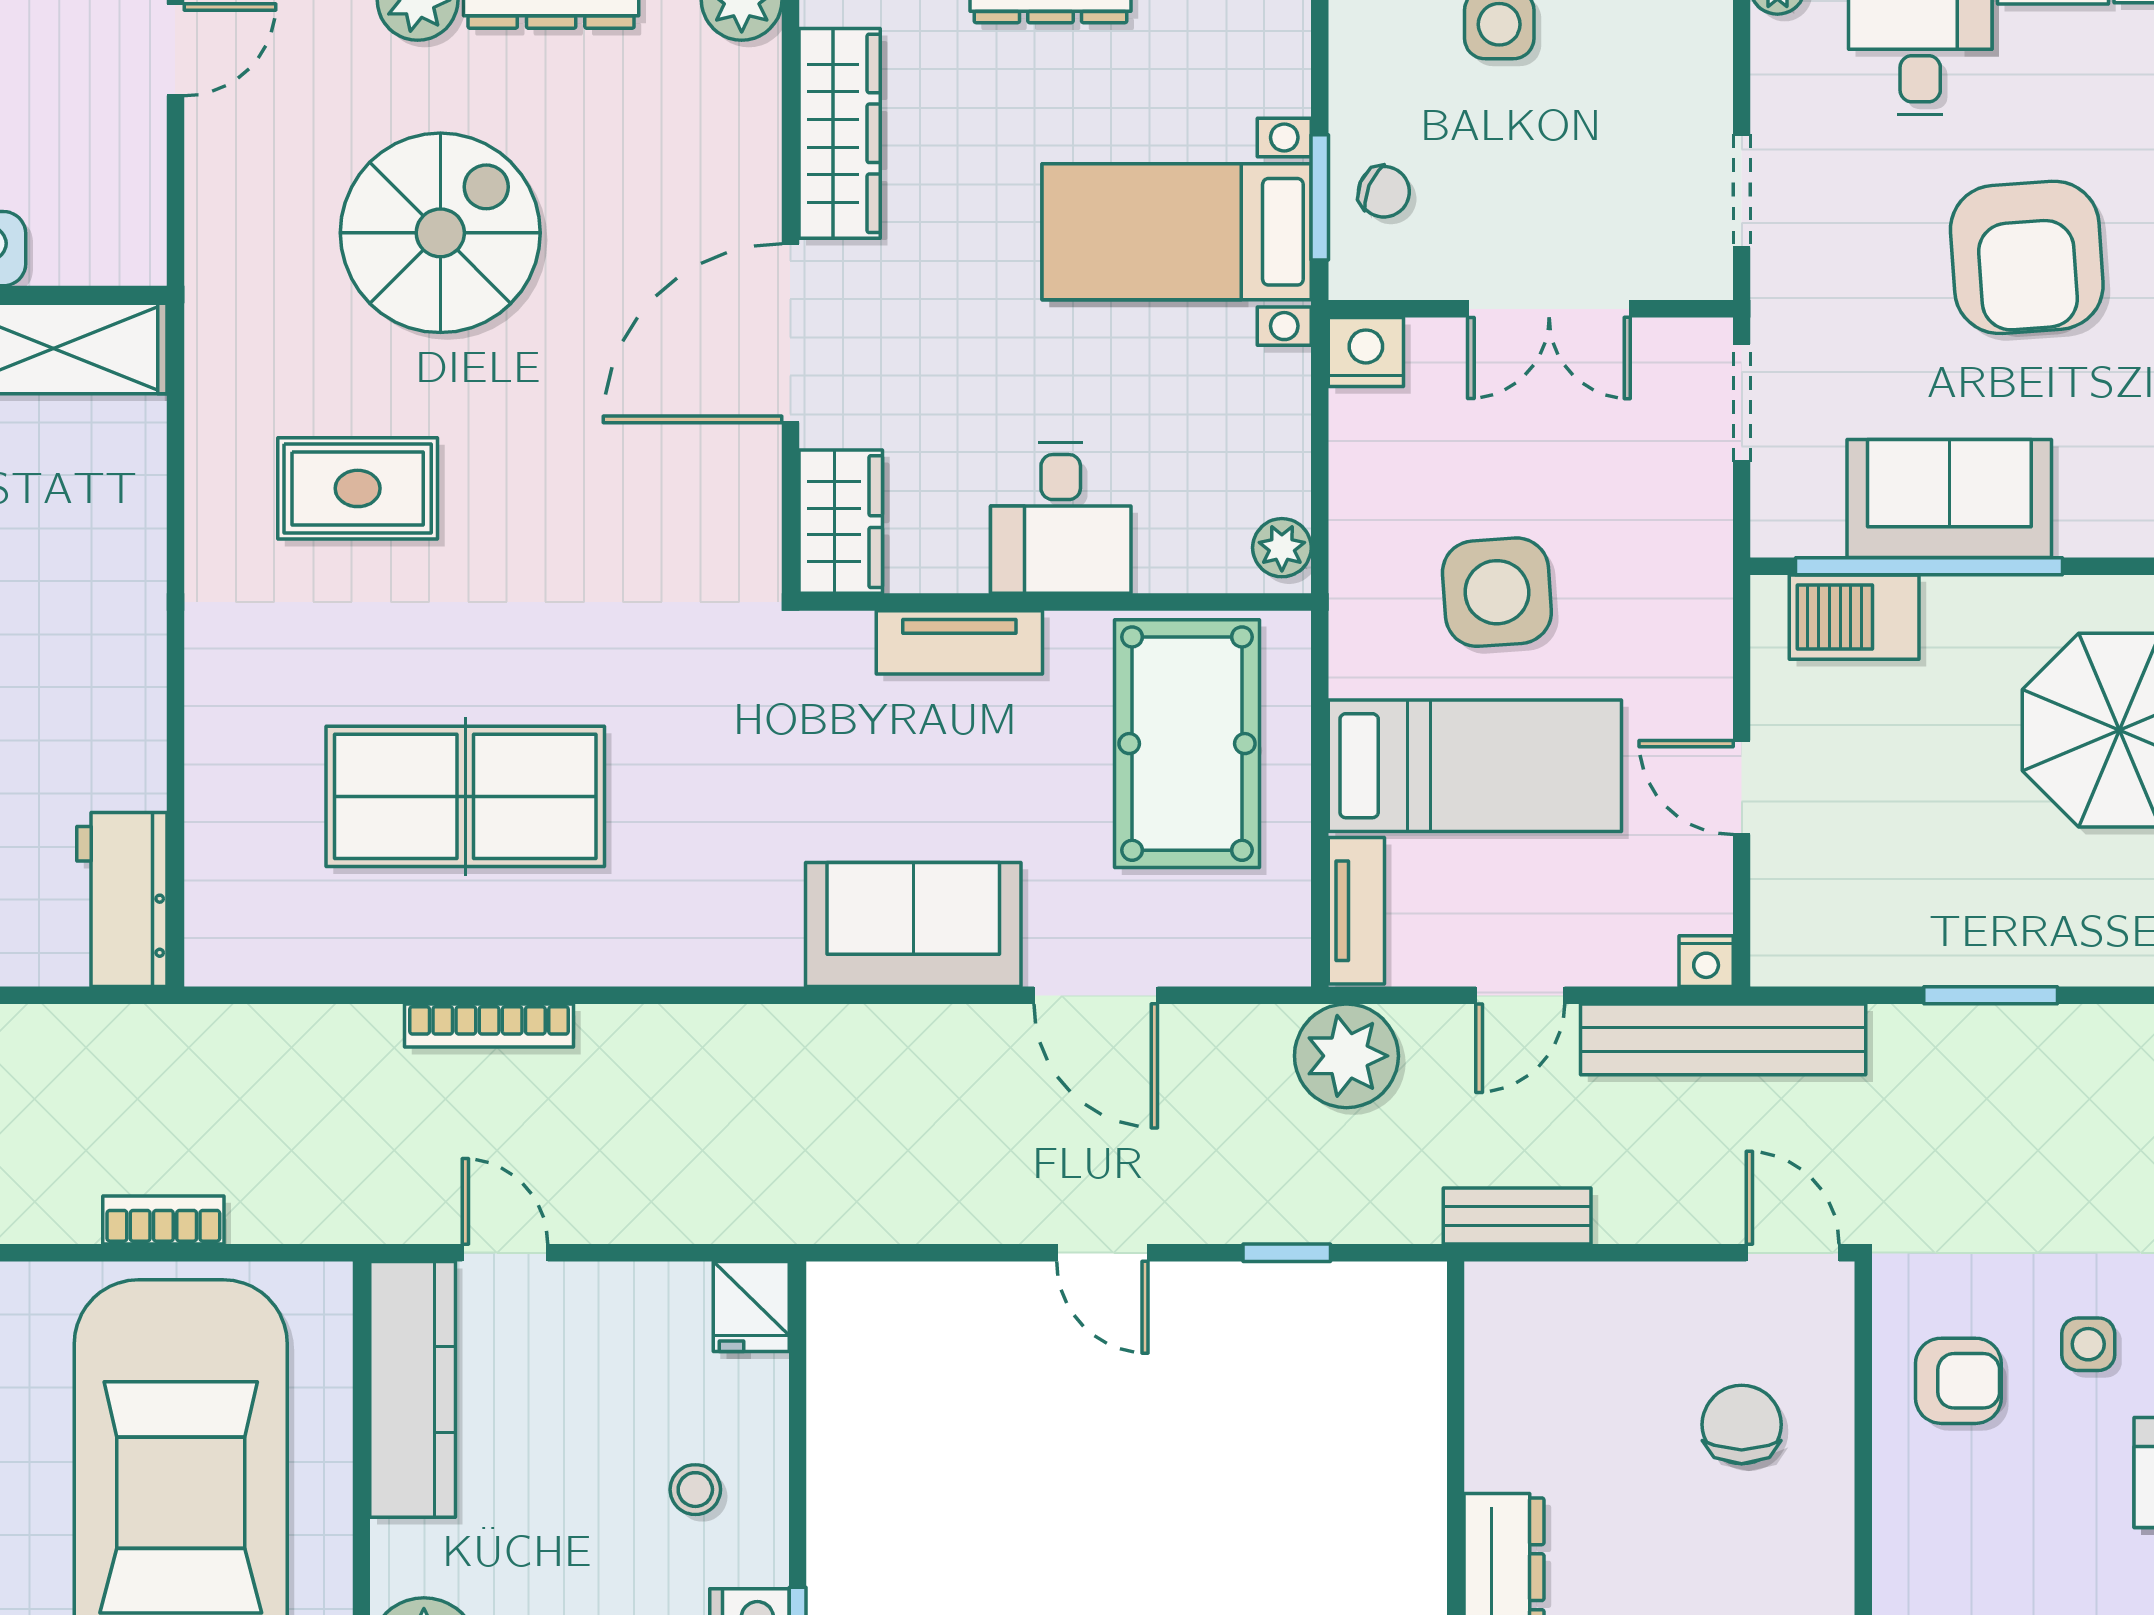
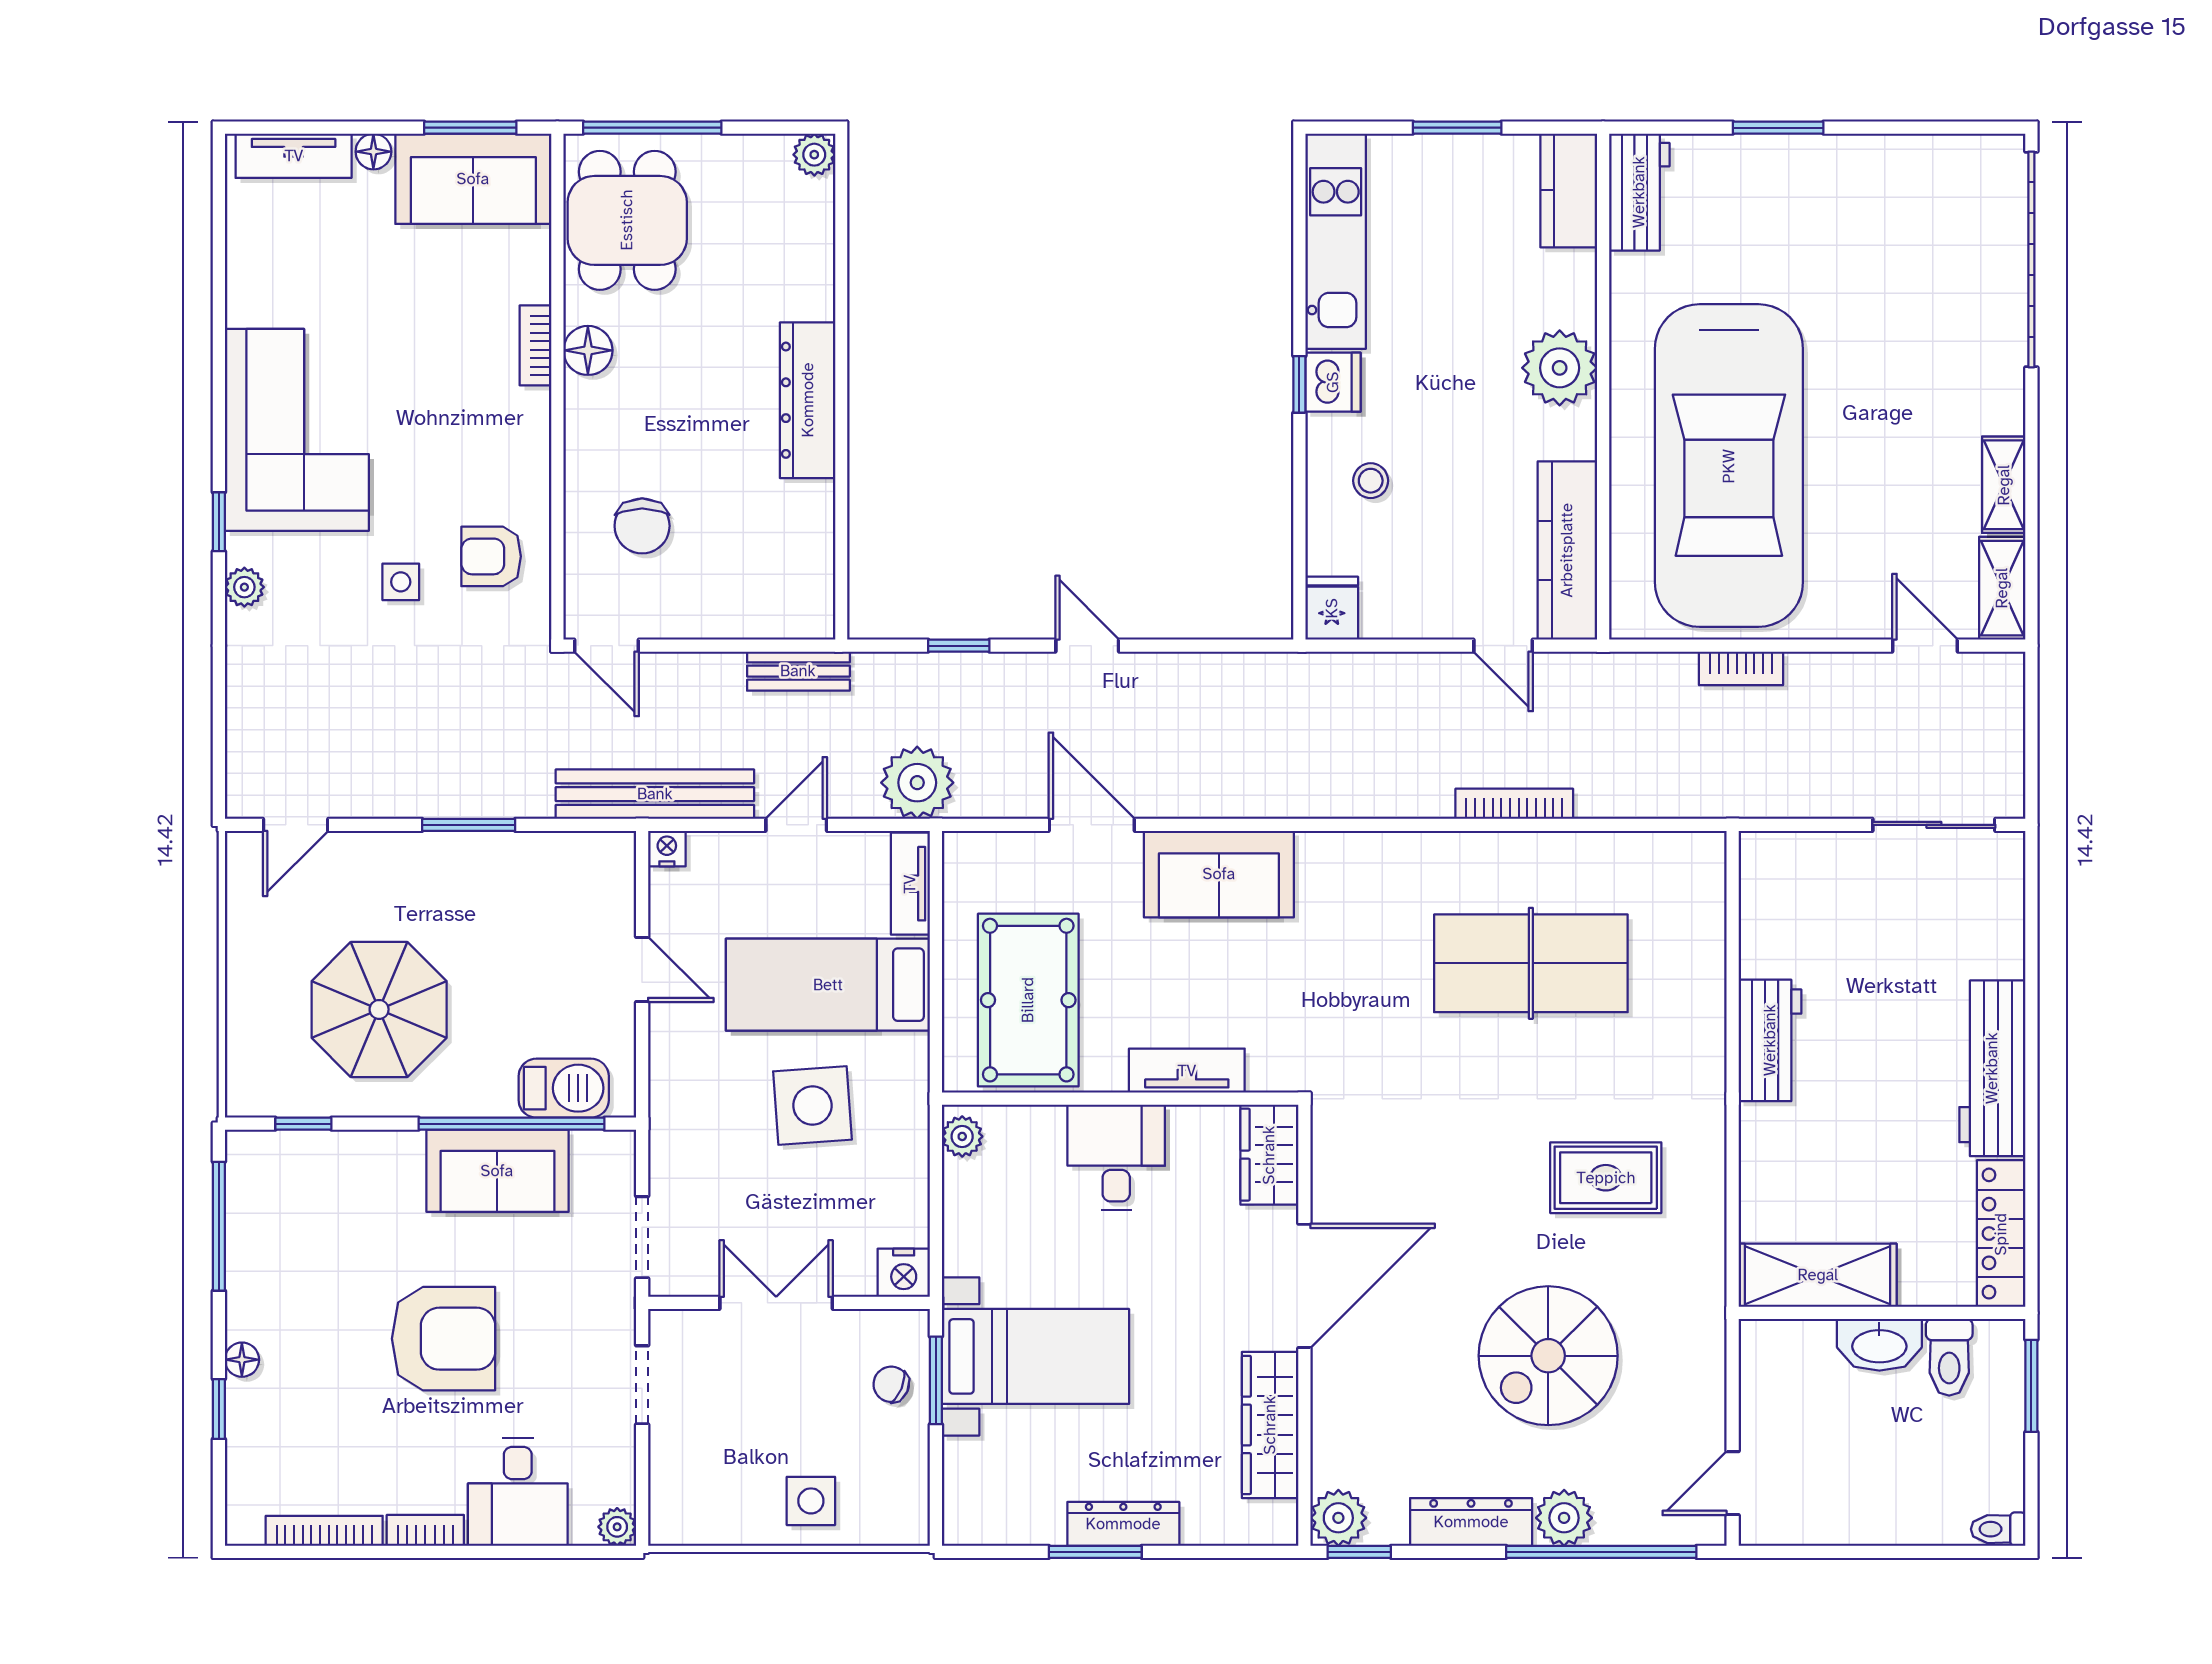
armchair: (2027, 257) -> (444, 1339), turned 94
workbench: (122, 900) -> (1770, 1040), moved

